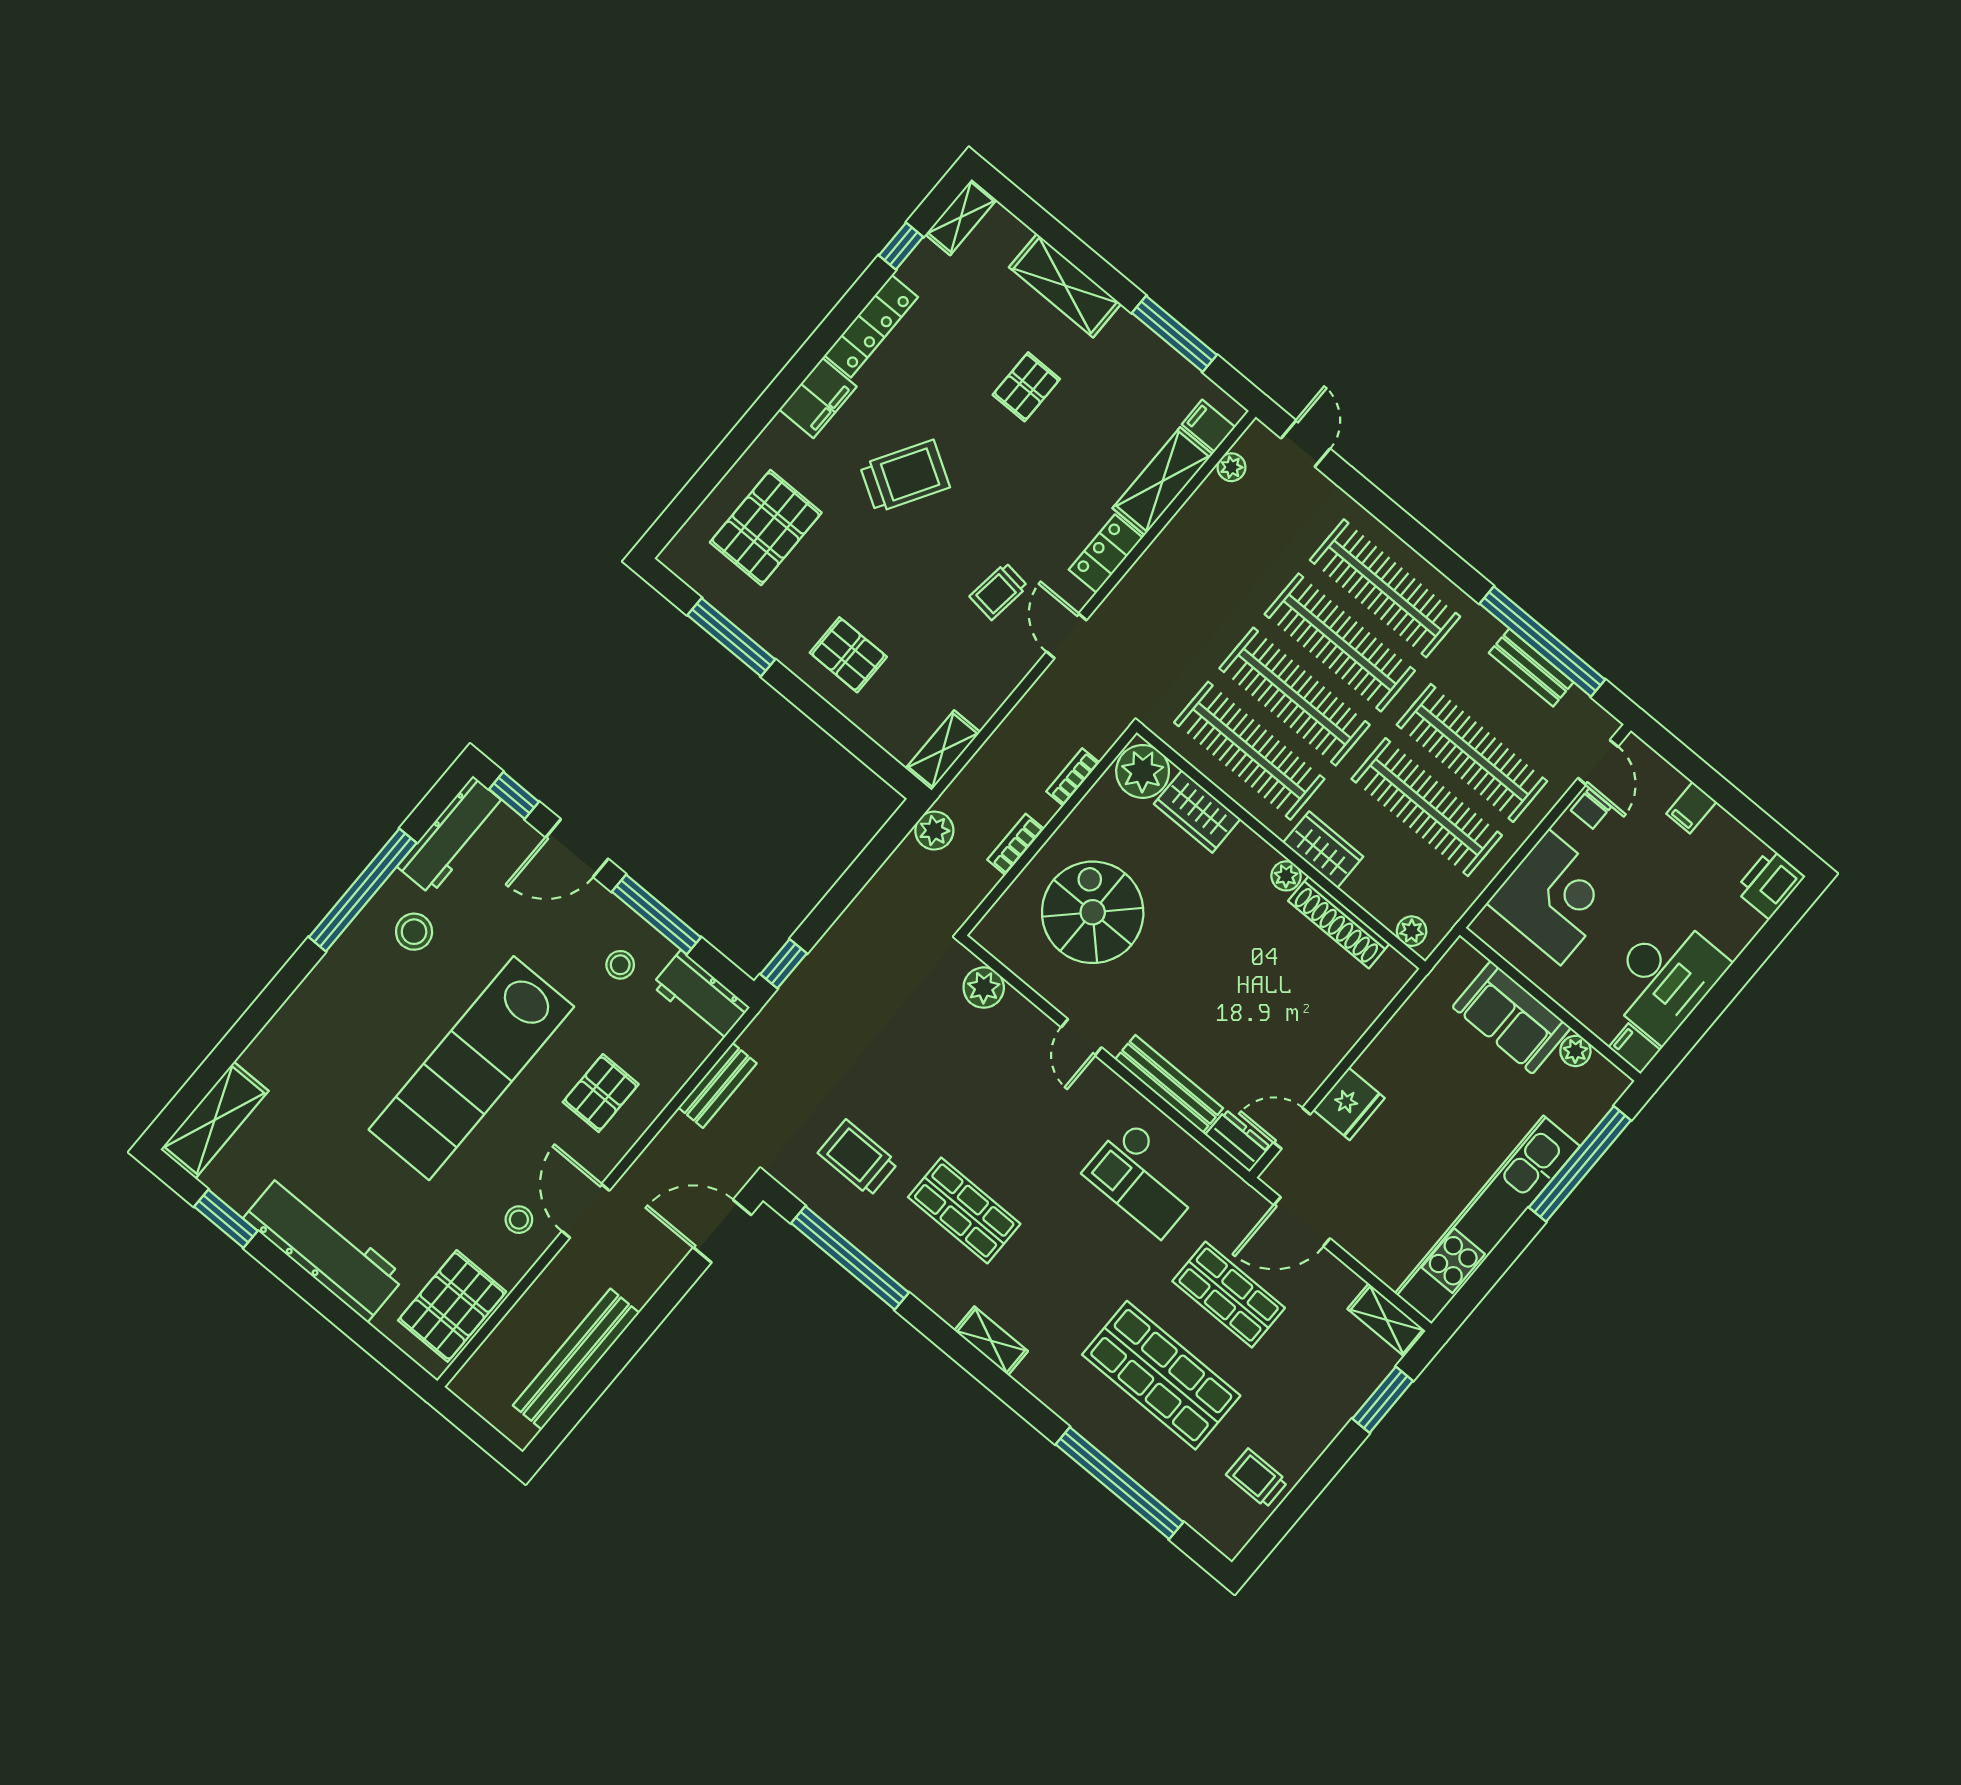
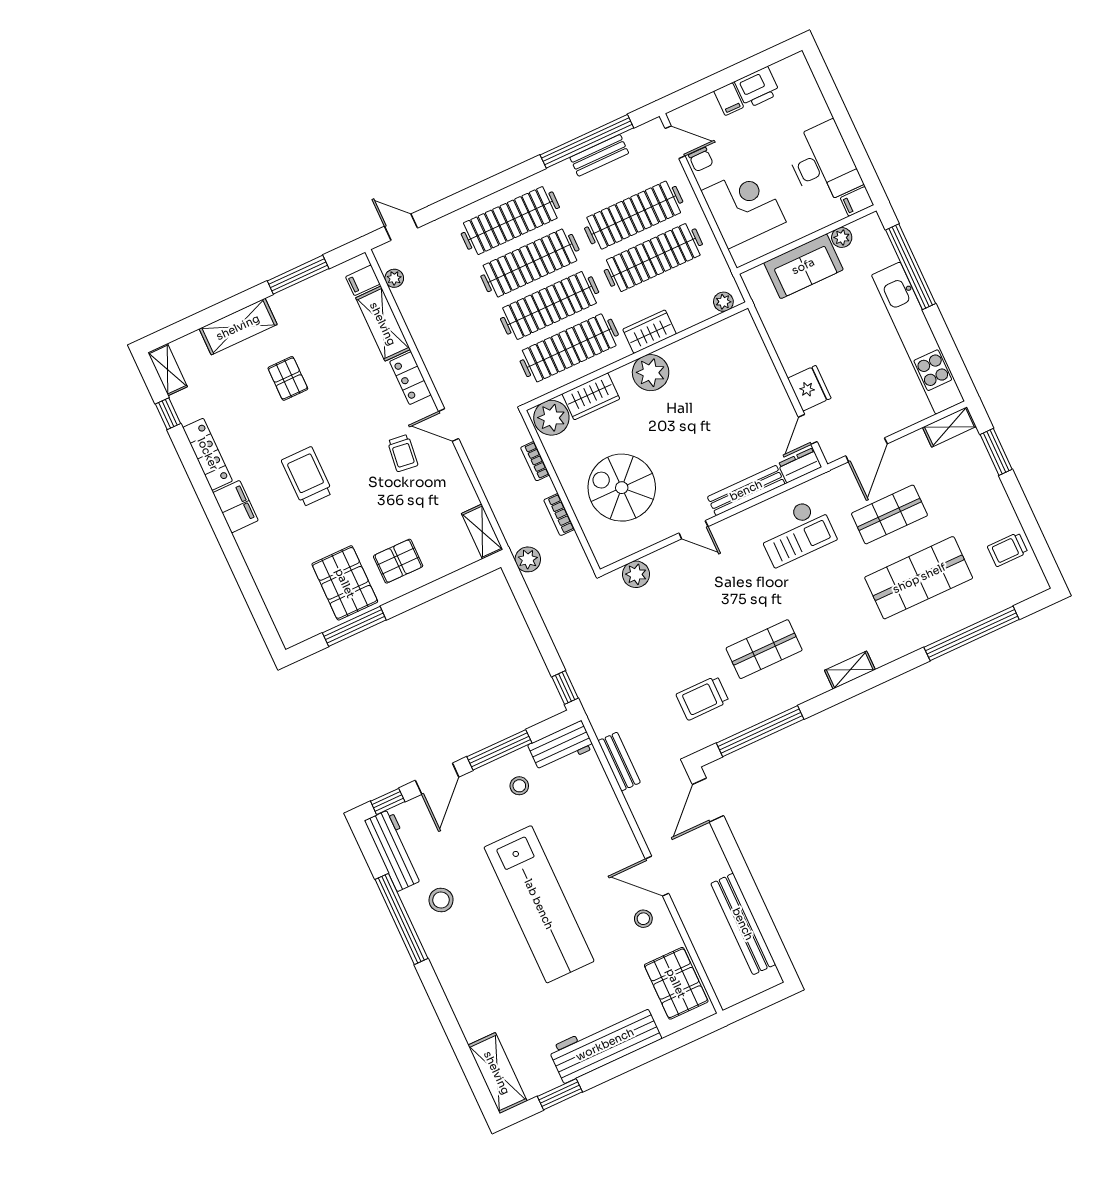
trolley: (905, 476) -> (307, 477), turned -31
pallet: (766, 528) -> (345, 583), moved
plant: (1286, 876) -> (651, 373), width x1.87, depth x1.87
printer: (1770, 884) -> (757, 87), moved, turned -90
shoe rack: (1339, 922) -> (697, 343), removed
pallet: (601, 1093) -> (591, 834), removed

